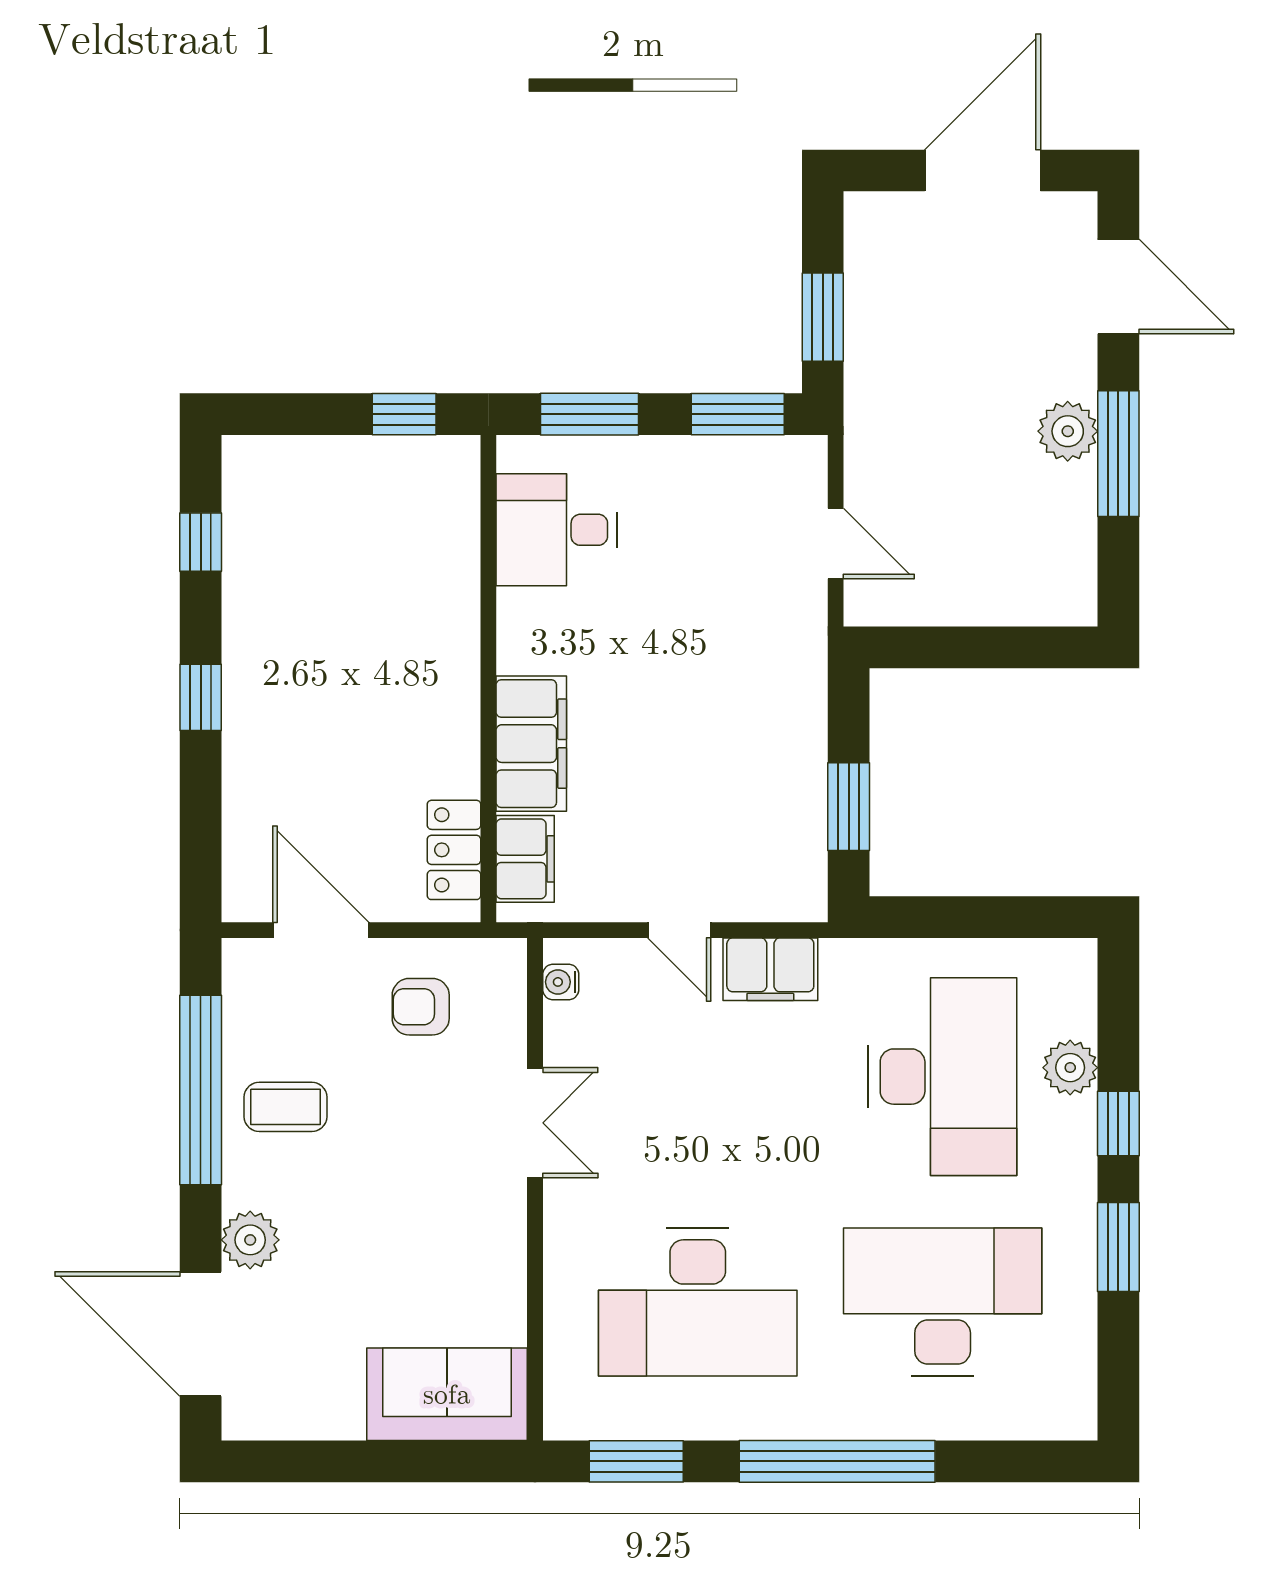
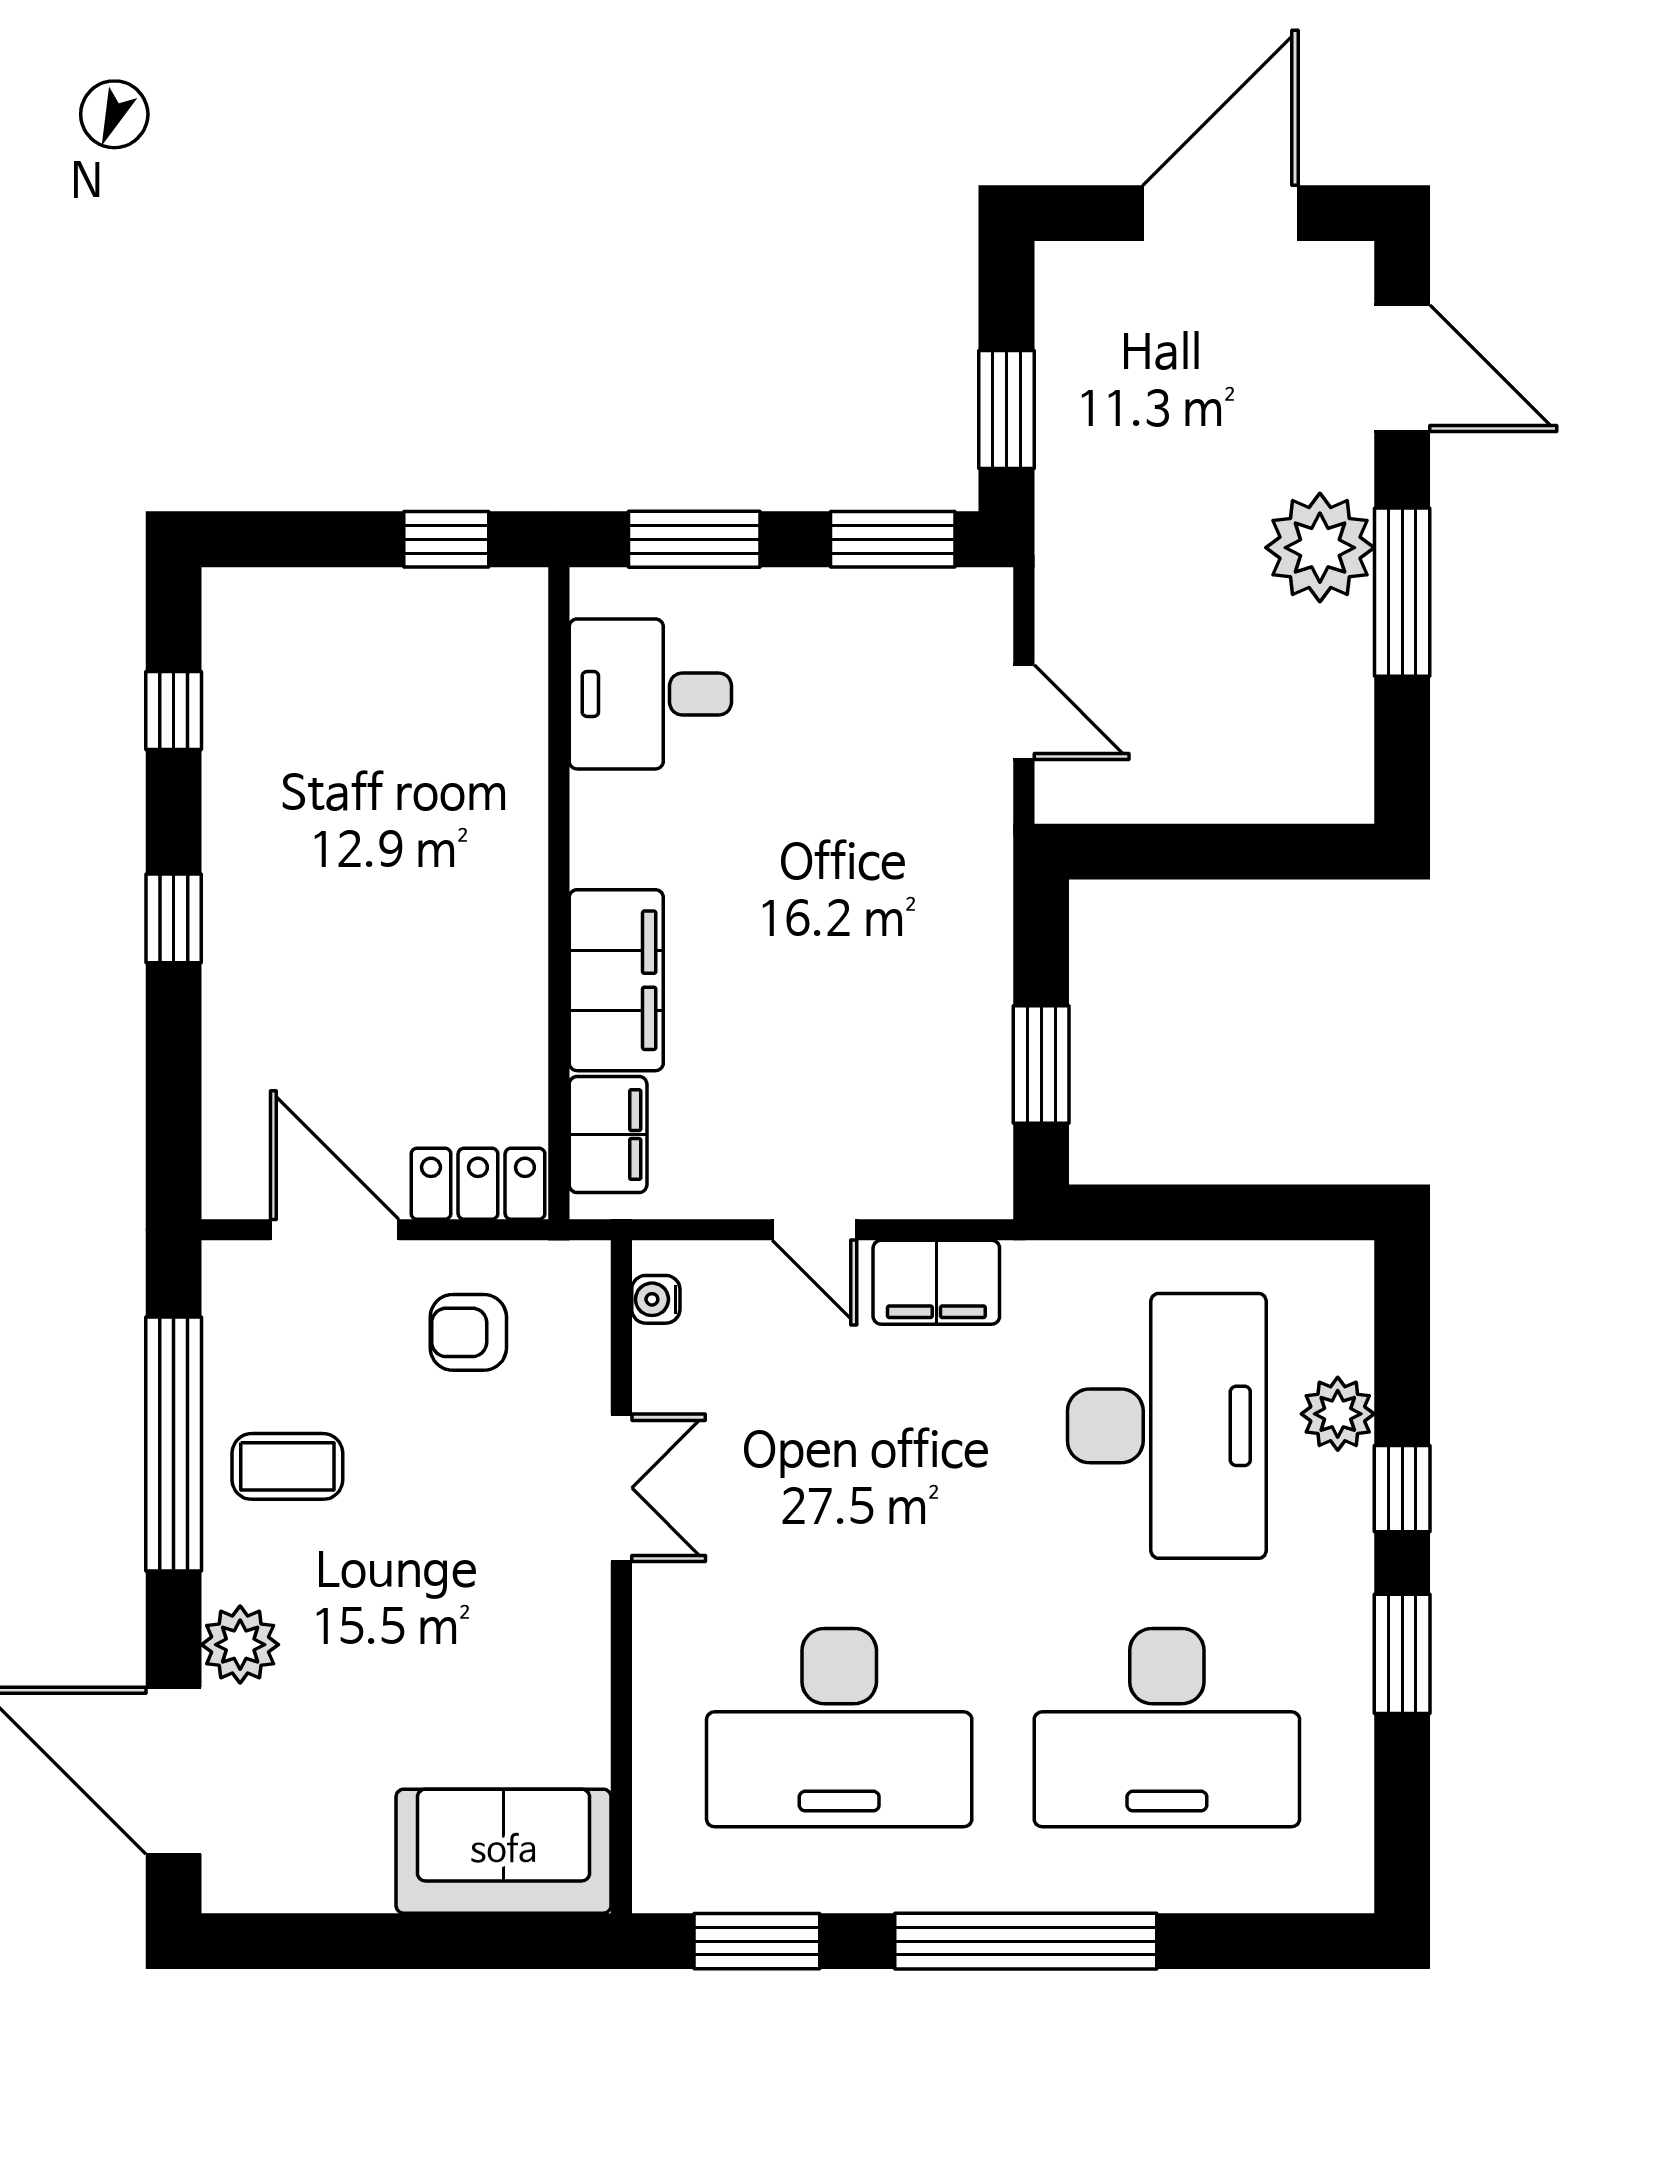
plant: (1068, 431) -> (1320, 548), width x1.36, depth x1.36
locker: (454, 850) -> (478, 1184), moved, turned 90
desk: (943, 1302) -> (1167, 1728), turned 180

